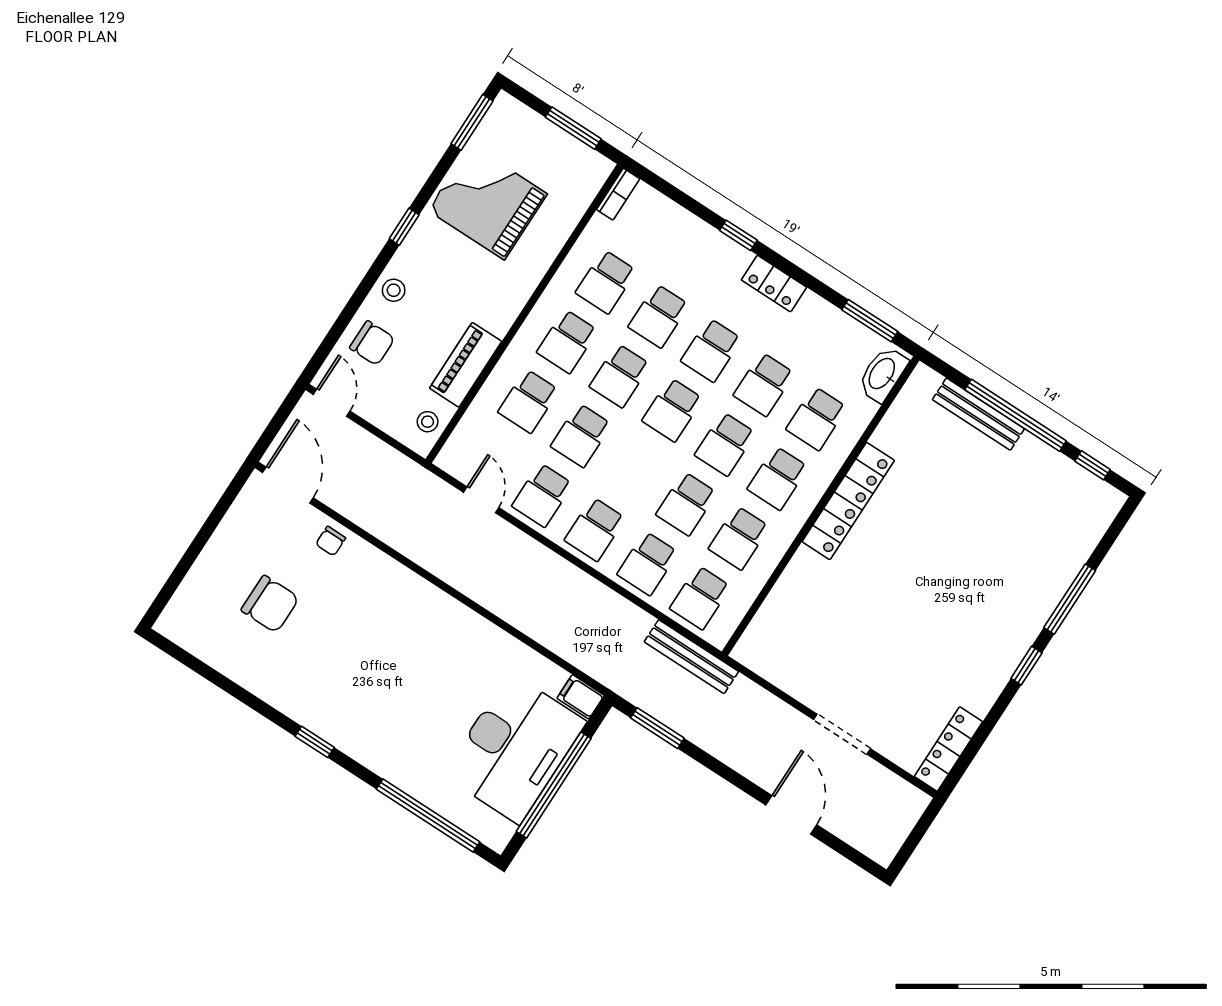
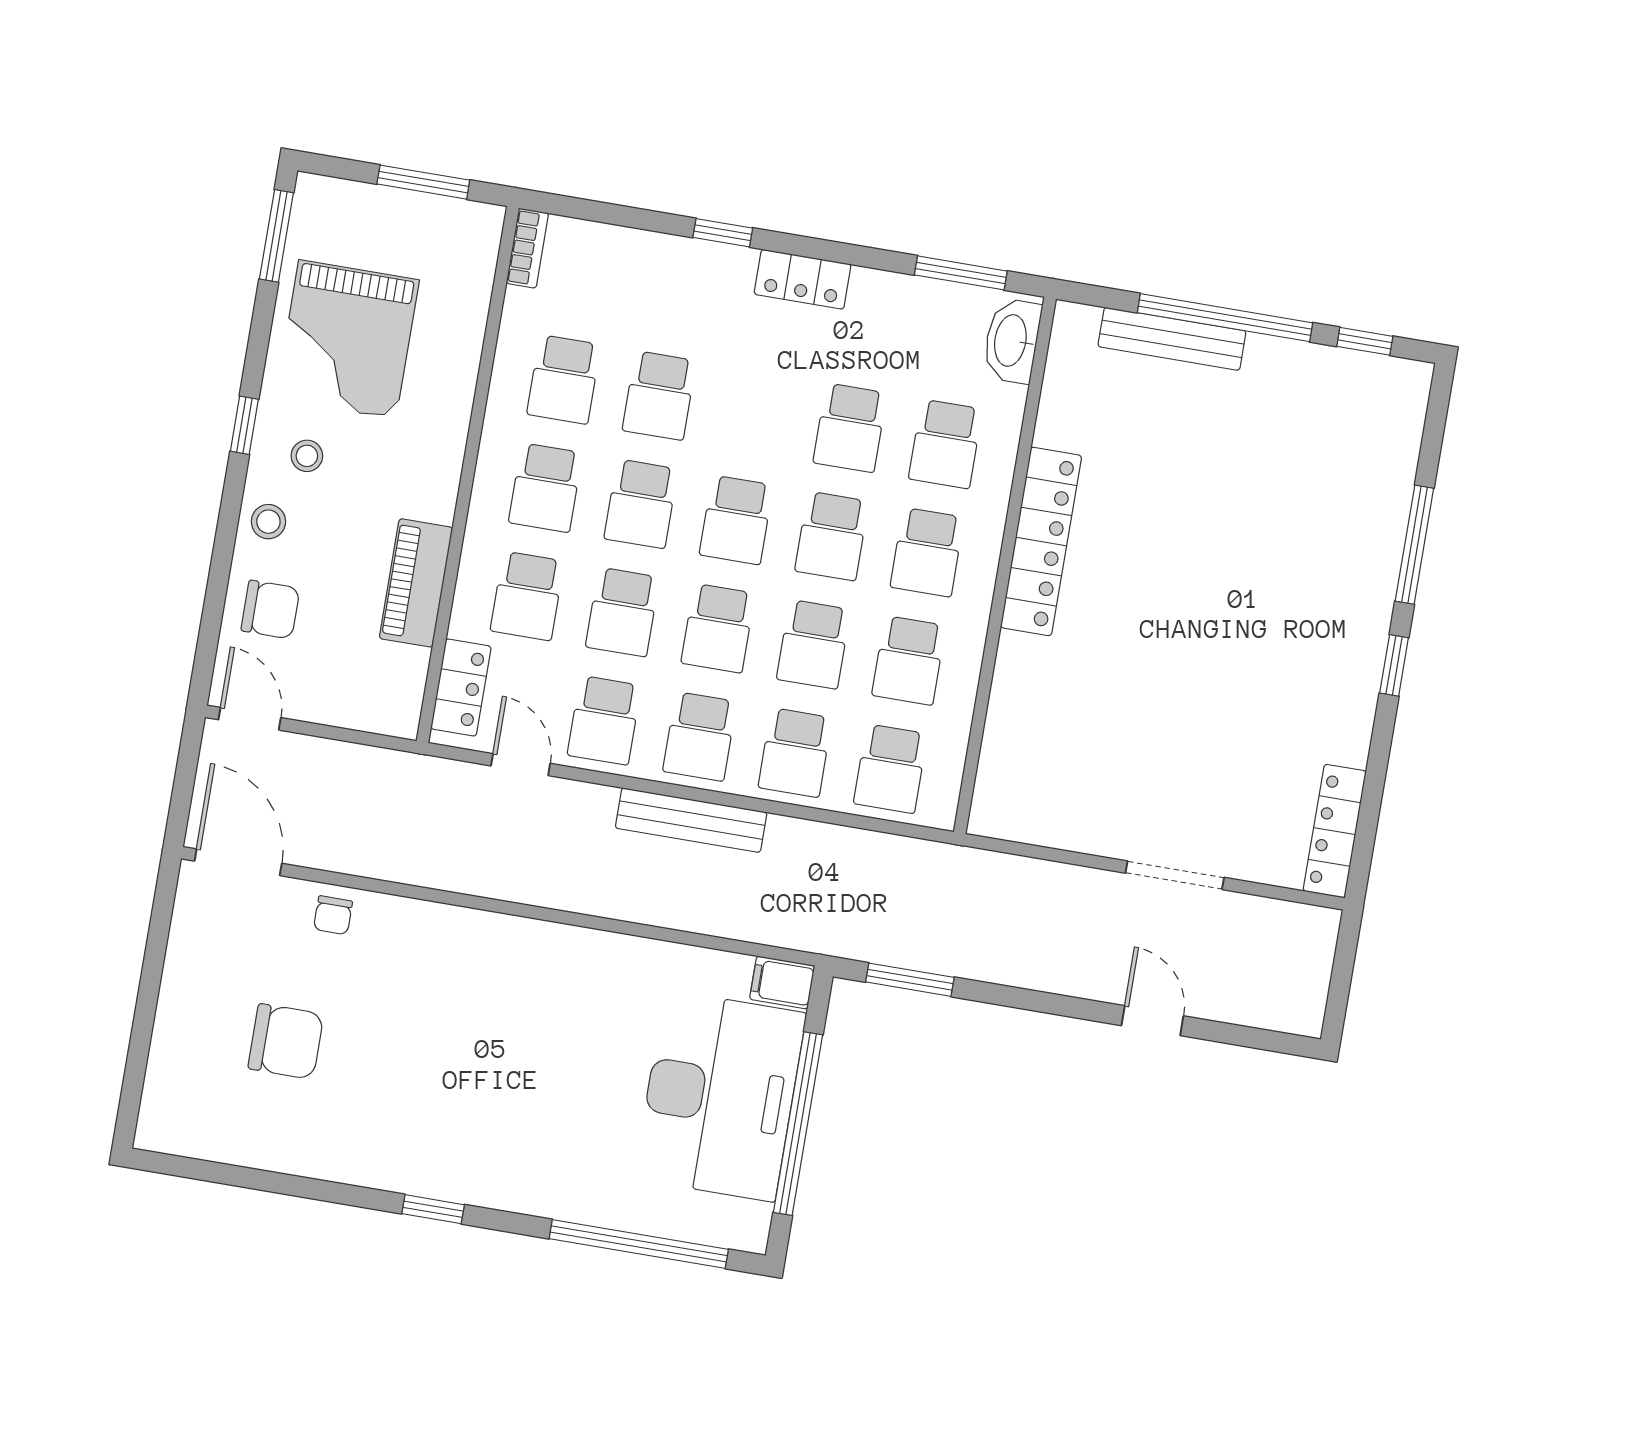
grand piano: (487, 202) -> (347, 339), turned -90
school desk: (711, 350) -> (718, 628), moved
stool: (428, 422) -> (307, 456), moved
locker: (465, 439) -> (461, 688), added
bench: (691, 657) -> (691, 820), moved
door: (791, 815) -> (1152, 1021), width x0.73

